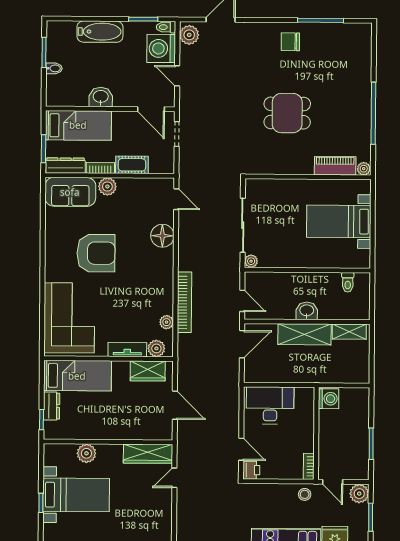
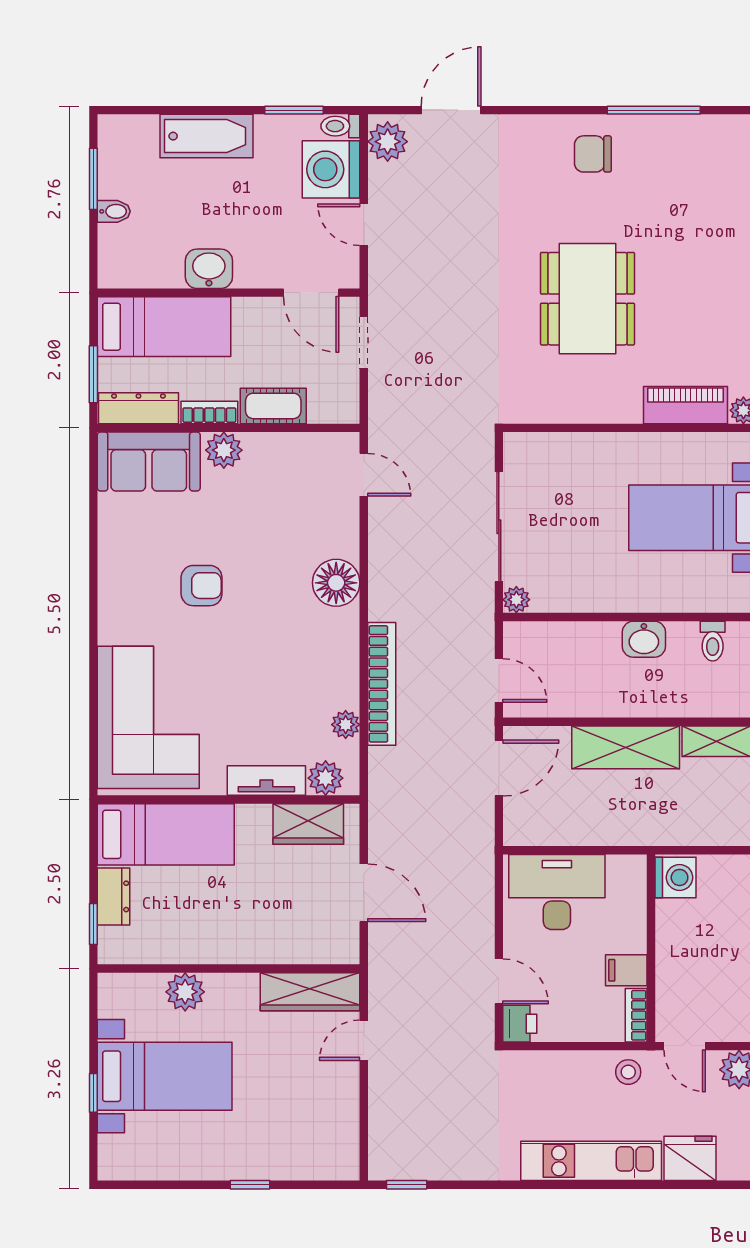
dining table: (287, 113) -> (587, 299), width x1.37
floor lamp: (162, 236) -> (336, 583), moved
armchair: (96, 253) -> (202, 586), width x0.53, depth x0.53
washbasin: (307, 311) -> (644, 639), moved, turned 180
filing cabinet: (304, 444) -> (626, 970), added

